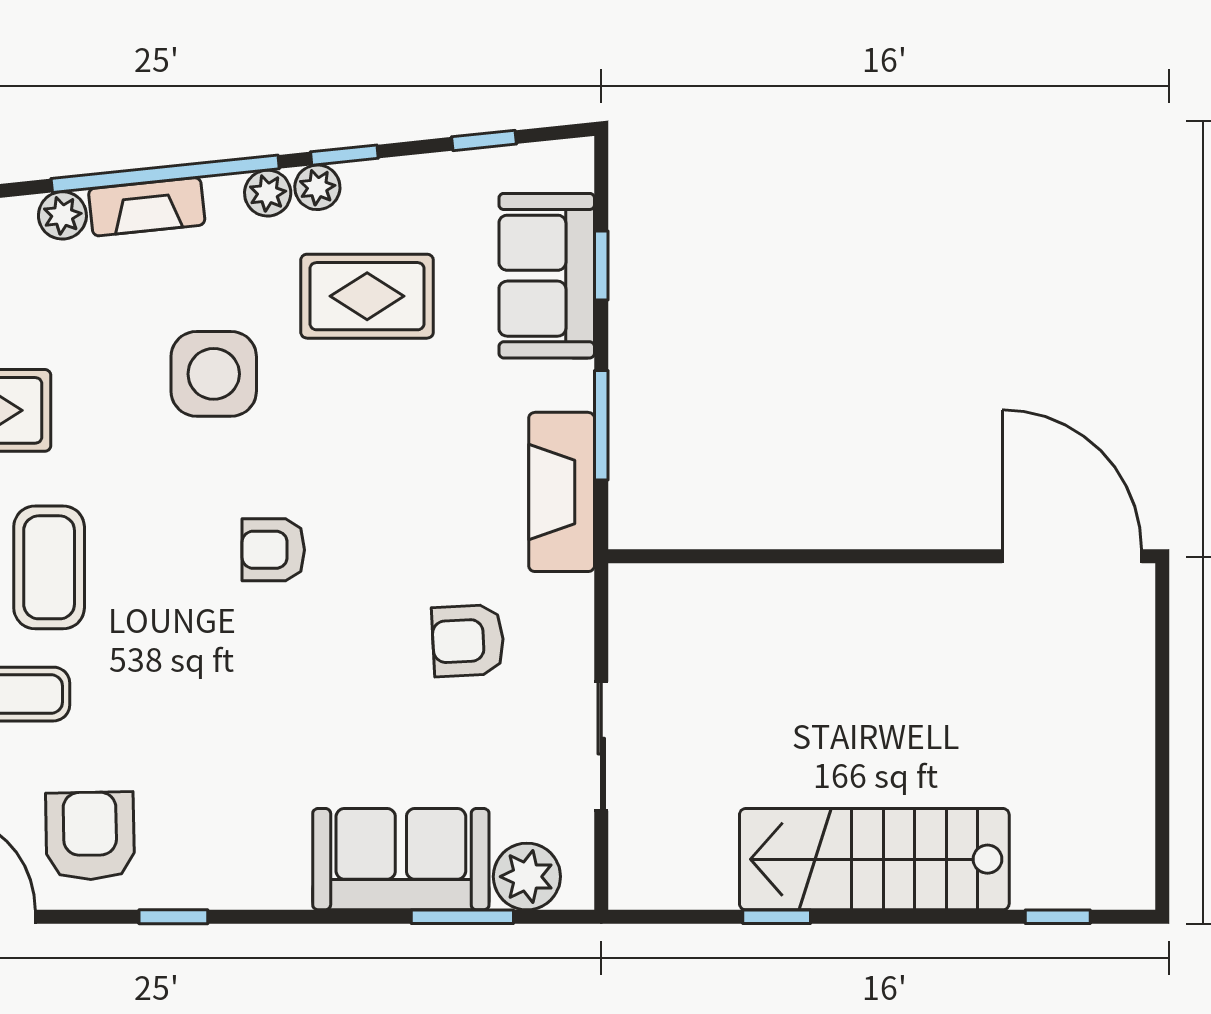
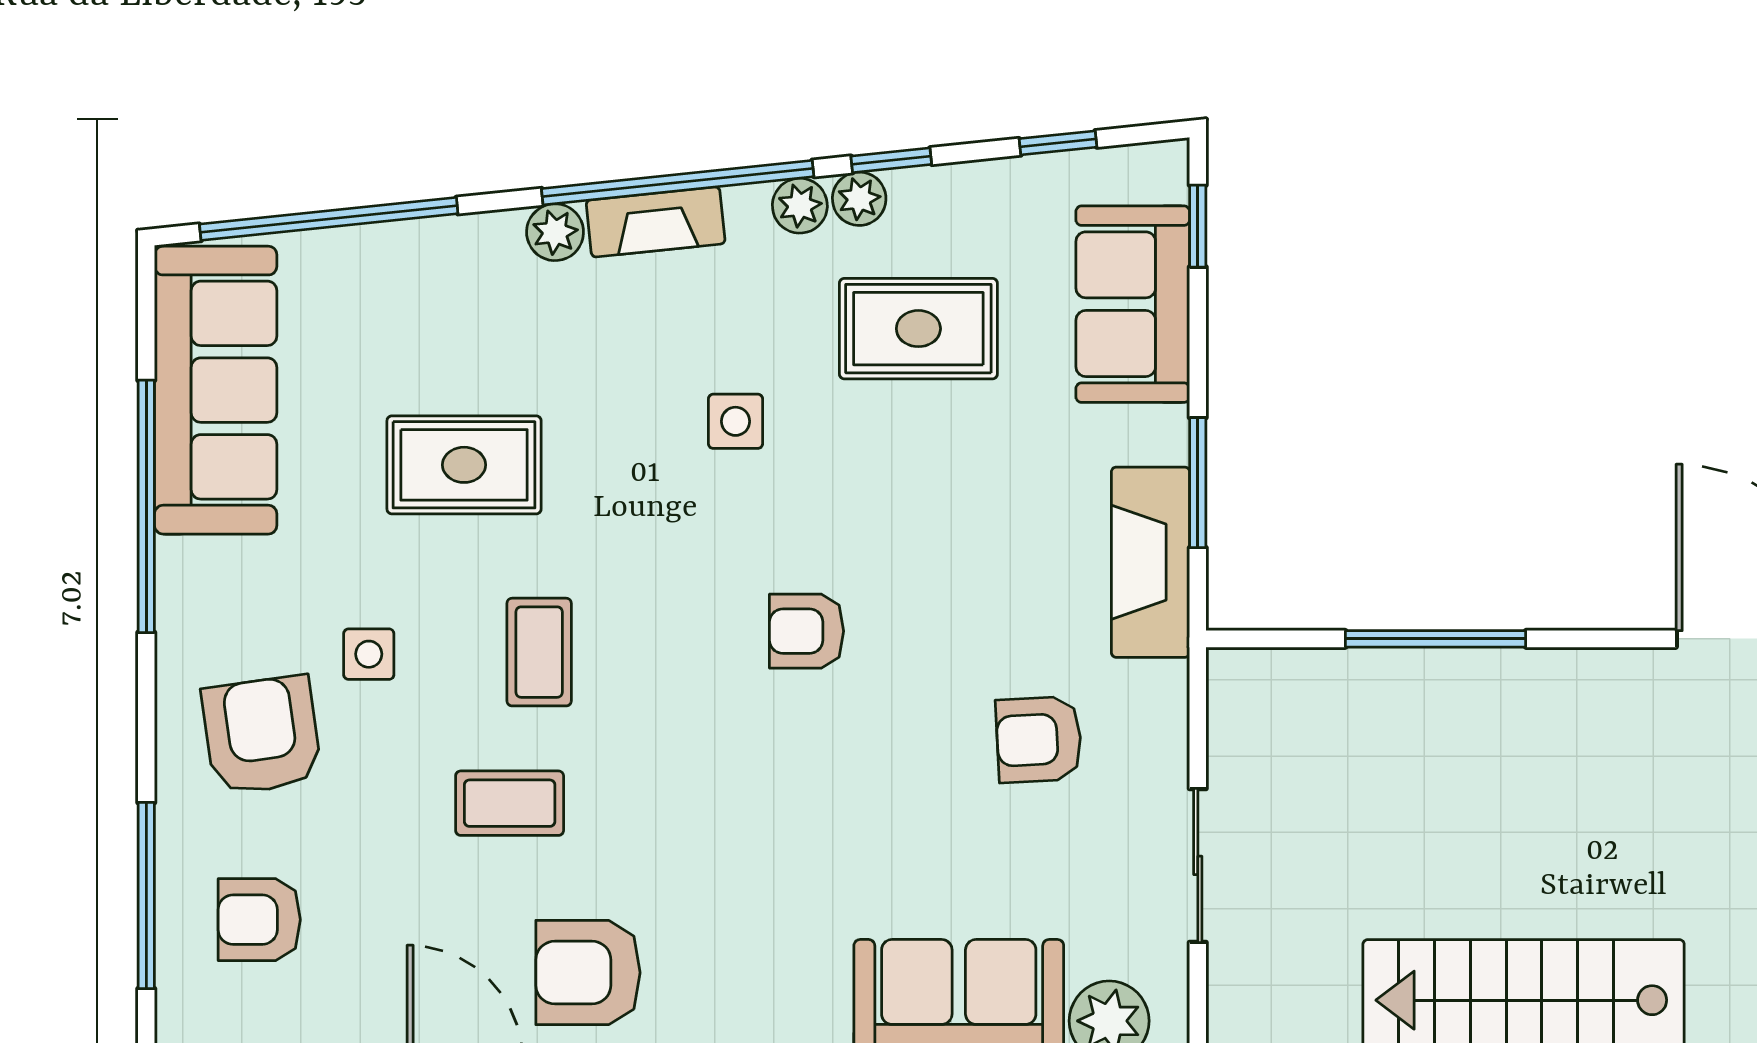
window: (601, 266) -> (1198, 226), moved
side table: (214, 374) -> (736, 421), width x0.54, depth x0.54
window: (801, 556) -> (1436, 639), added
coffee table: (49, 567) -> (539, 652), width x0.73, depth x0.77
armchair: (90, 836) -> (588, 973), turned -89

